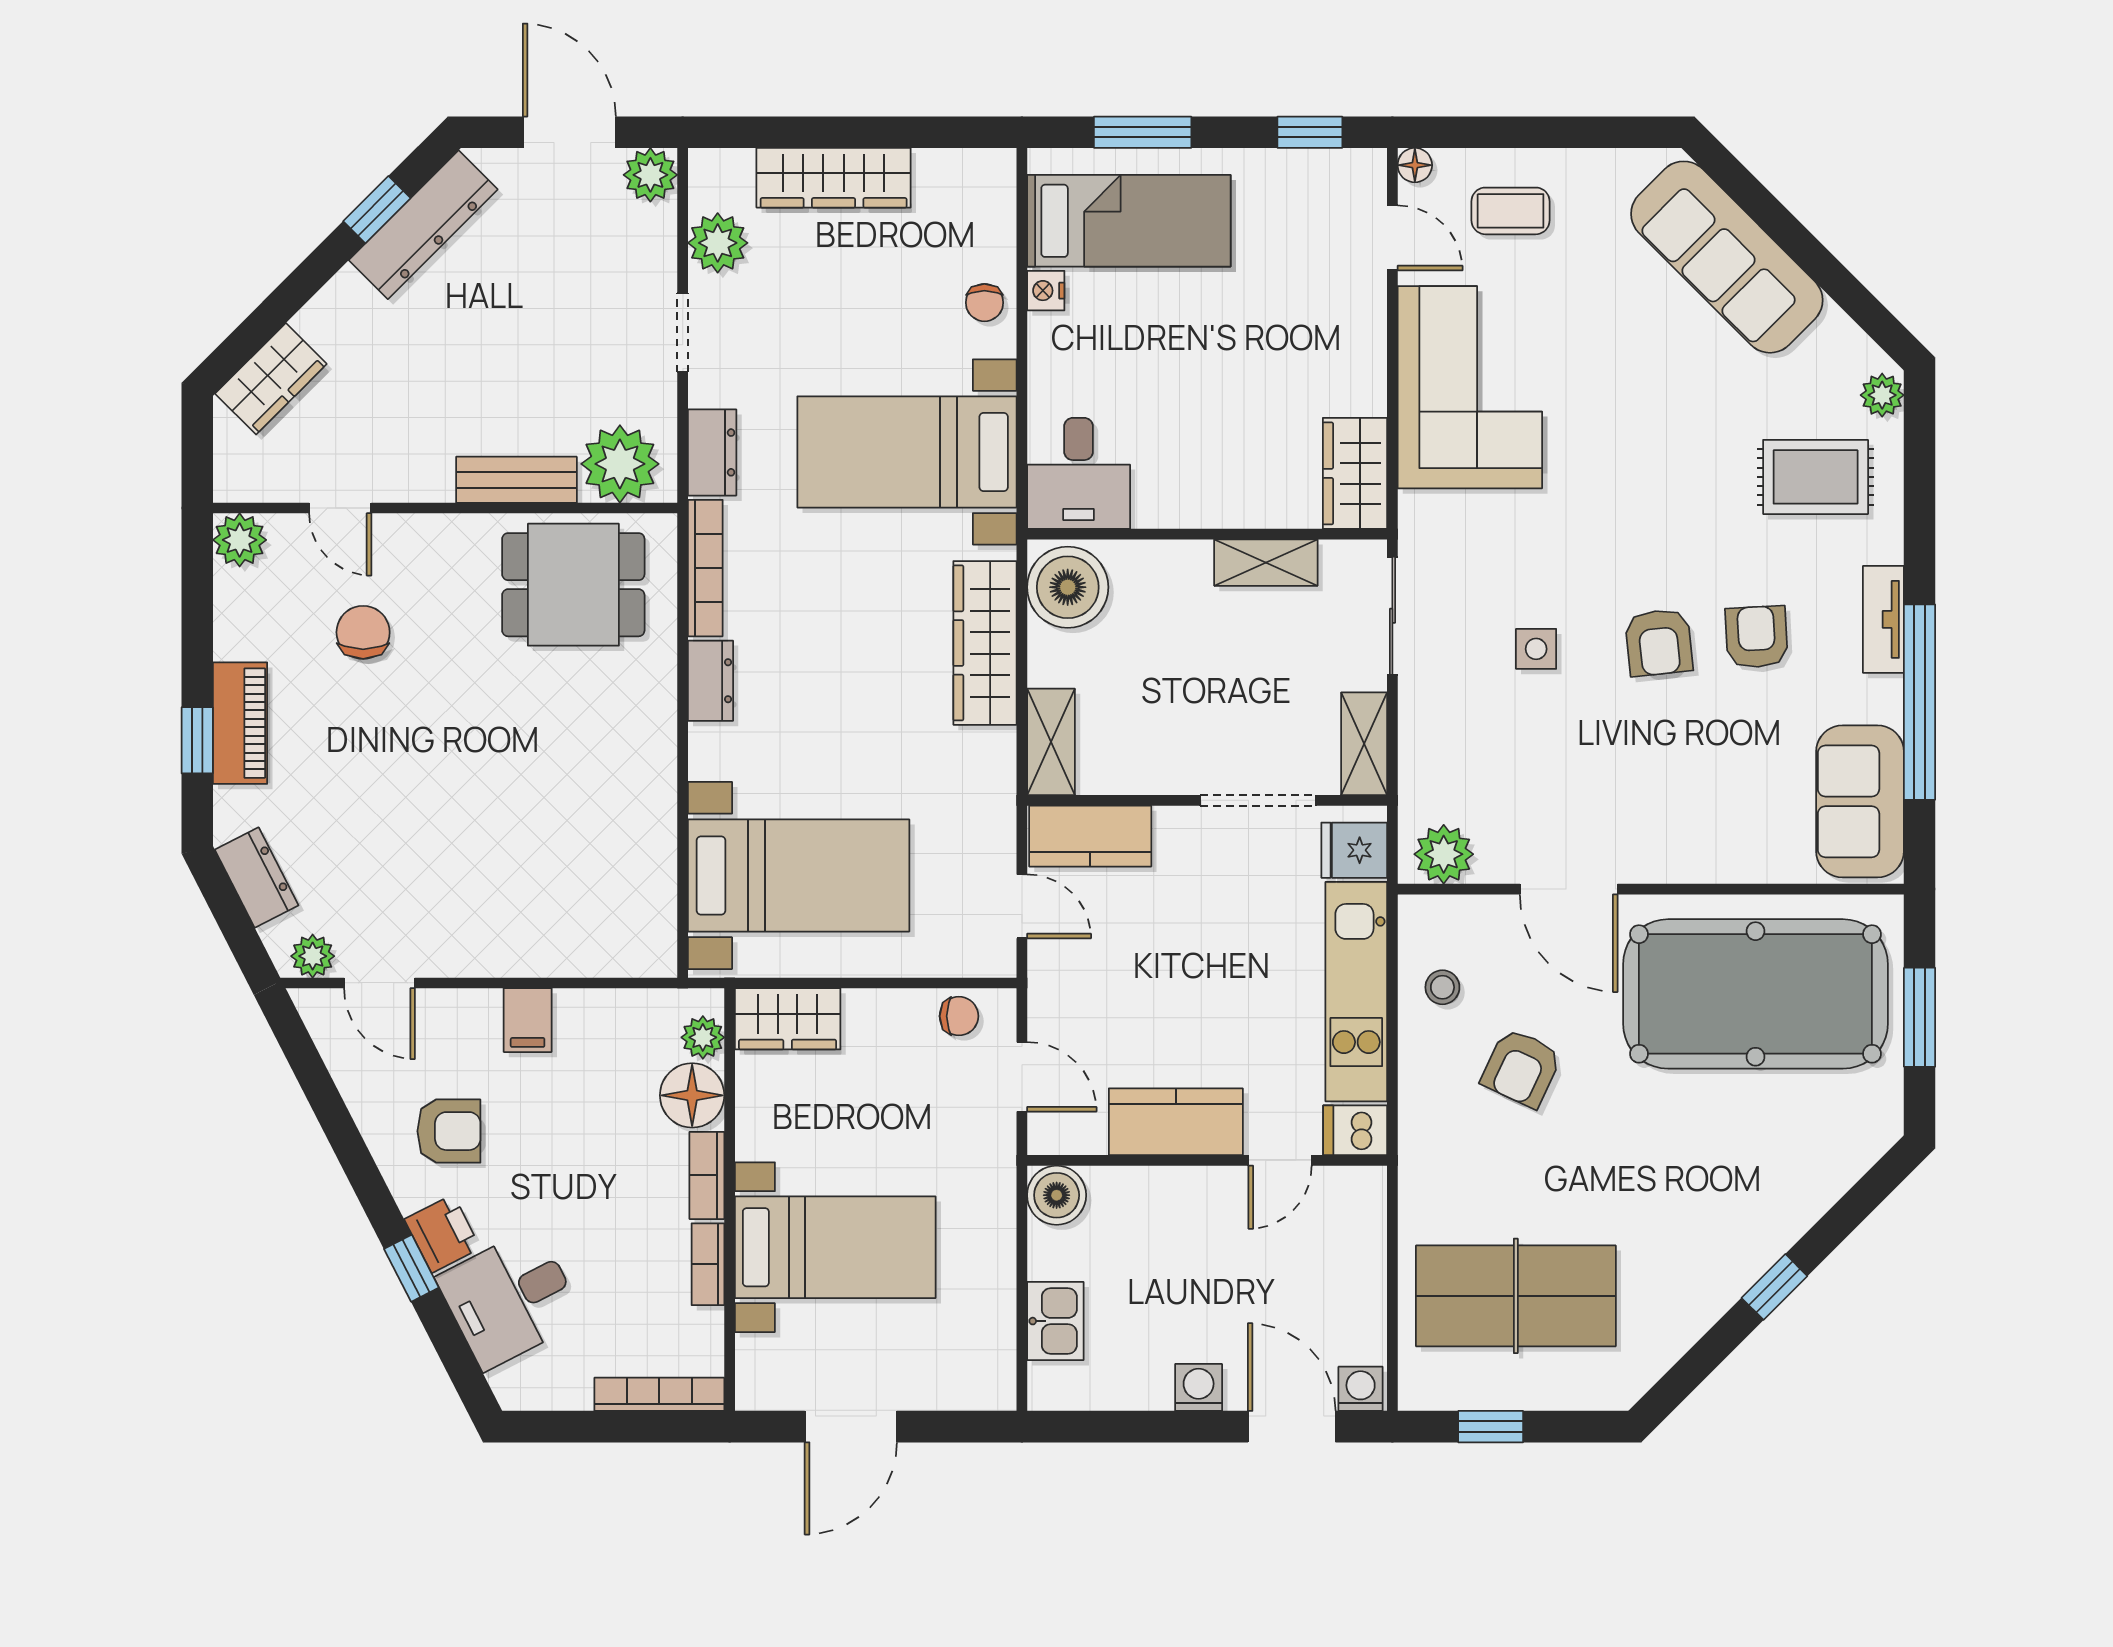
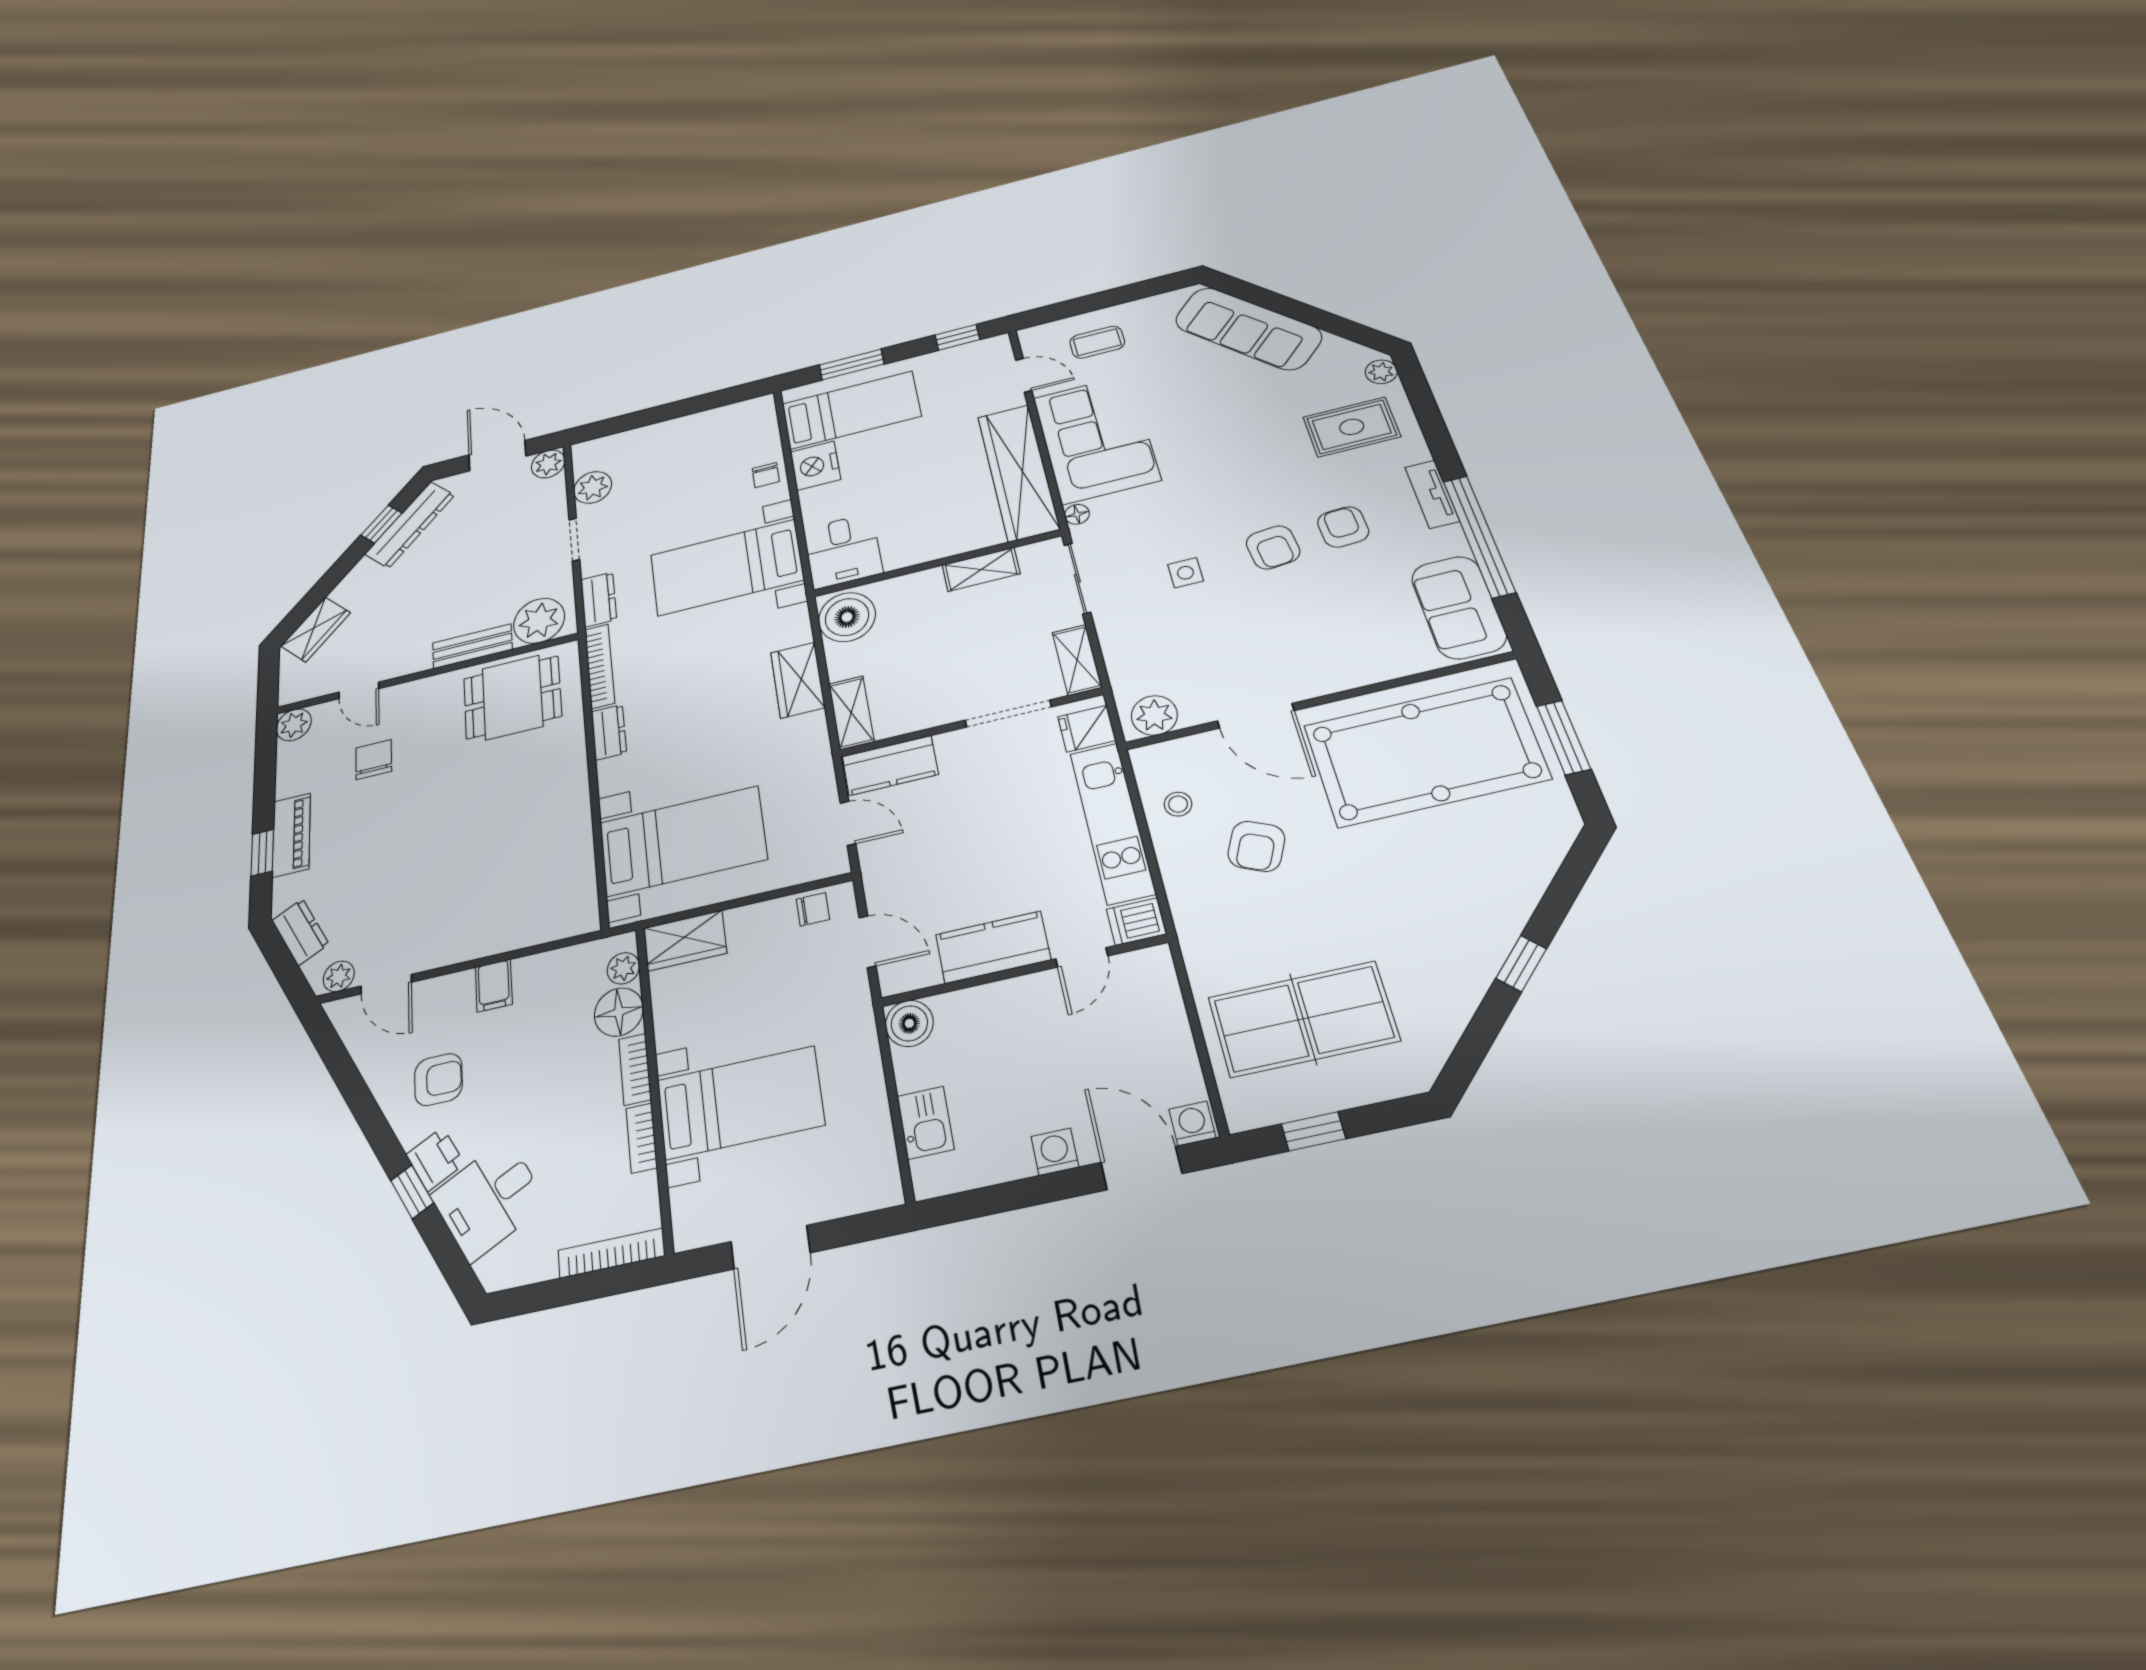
floor lamp: (1415, 165) -> (1077, 514), moved
wardrobe: (834, 178) -> (662, 436), removed
nightstand: (1046, 291) -> (815, 466), width x1.89, depth x1.79
wardrobe: (1355, 473) -> (1018, 472), width x2.10, depth x1.17
wardrobe: (985, 643) -> (798, 680), width x0.67

